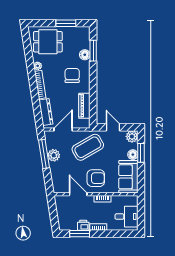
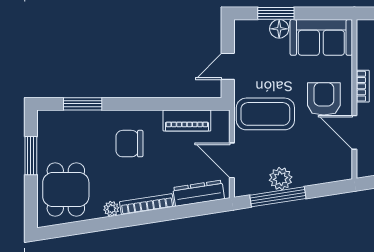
floor lamp: (85, 55) -> (90, 120), removed
plant: (132, 136) -> (245, 31), removed
coffee table: (88, 147) -> (265, 114), turned -60
door: (78, 194) -> (354, 132), hinge flipped

